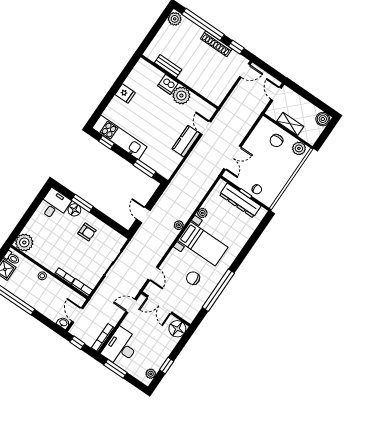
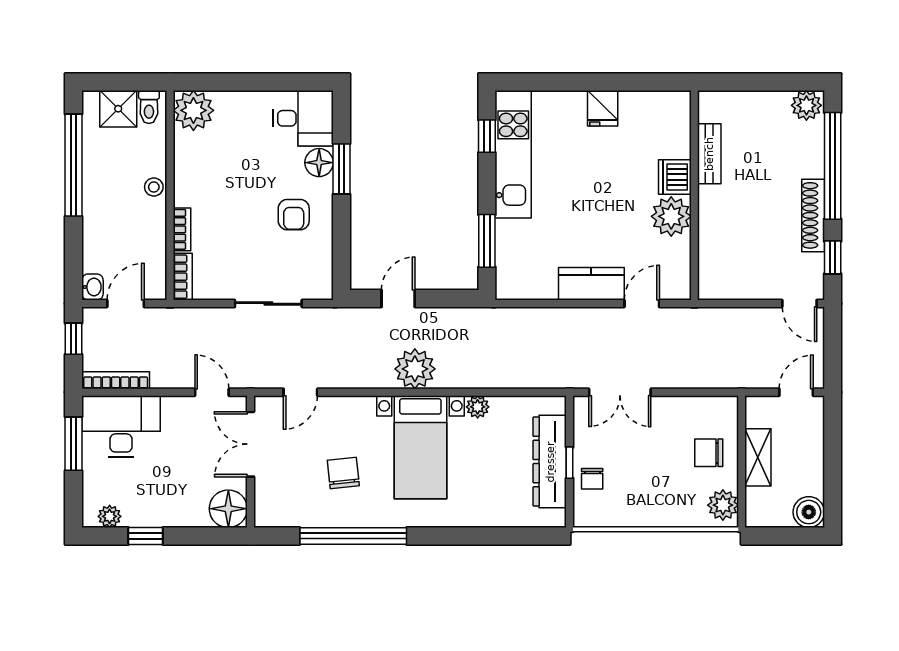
plant: (179, 225) -> (415, 369), width x1.87, depth x1.87

